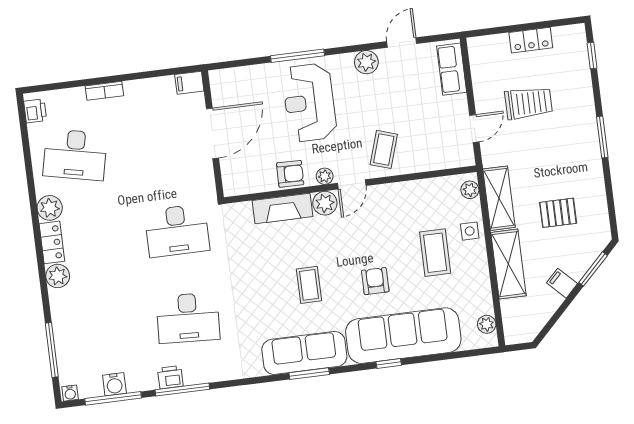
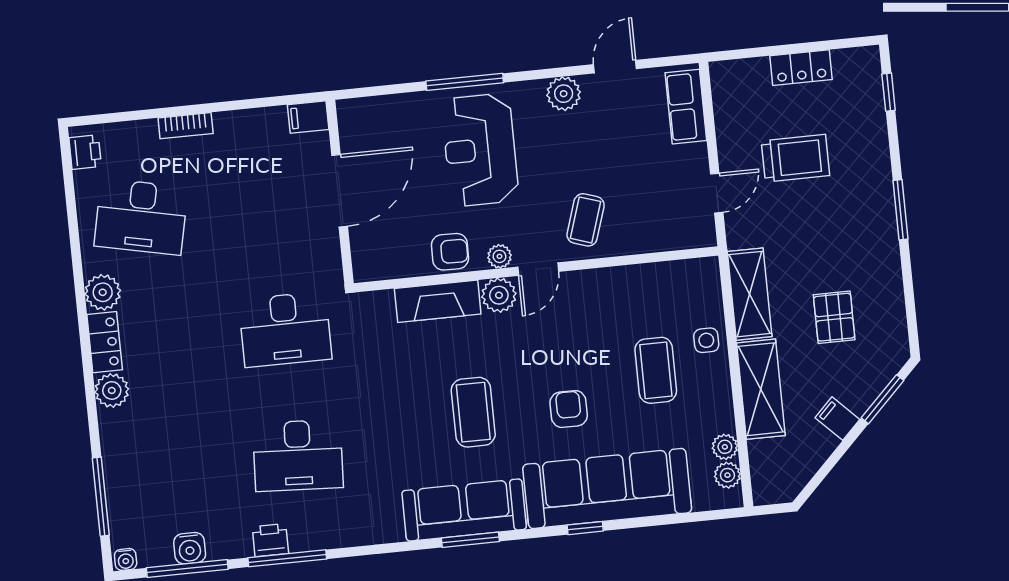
plant: (470, 190) -> (725, 447), moved
pallet: (558, 213) -> (834, 317), turned 90
coffee table: (309, 285) -> (473, 412), width x1.36, depth x1.30

